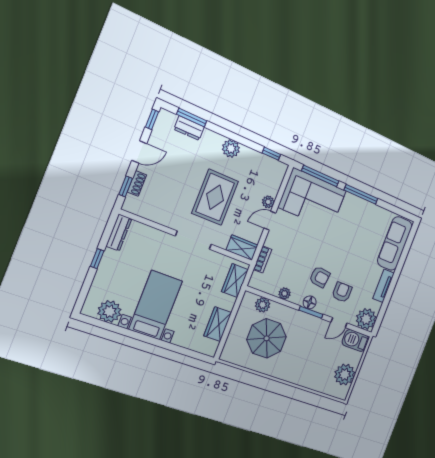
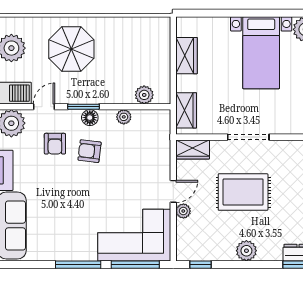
rug: (215, 197) -> (243, 192), turned 90
bookcase: (262, 259) -> (164, 145), removed
parasol: (267, 338) -> (71, 49), moved

